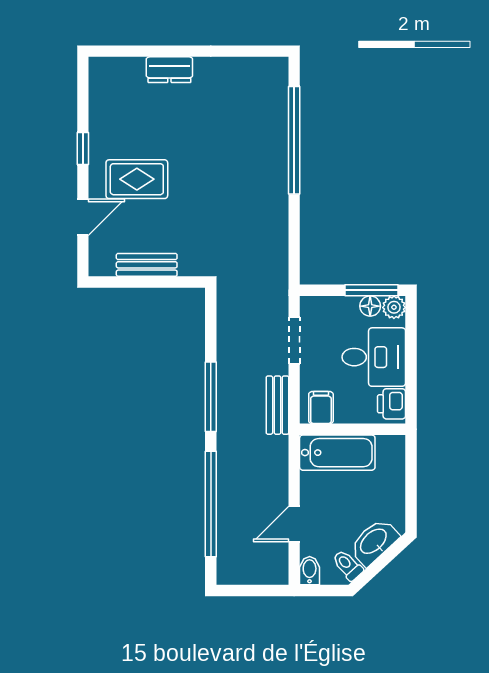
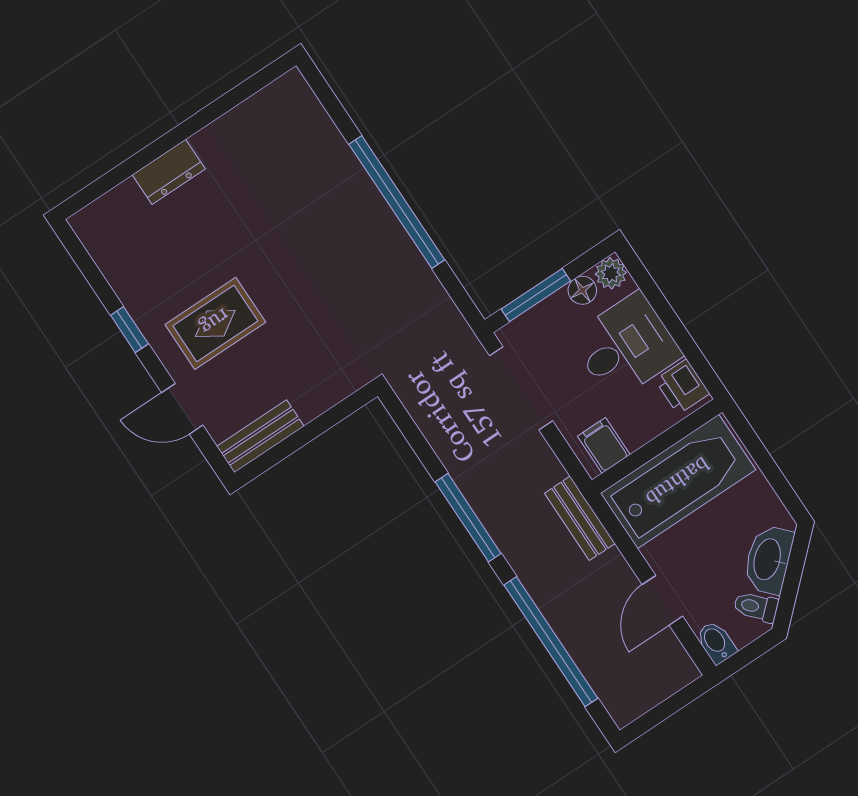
window: (294, 140) -> (397, 202), moved
door: (83, 217) -> (182, 409), swing flipped
bench: (147, 265) -> (260, 436), moved
window: (371, 290) -> (536, 295), moved
doorway: (294, 340) -> (521, 388), width x1.38
bench: (277, 405) -> (580, 518), moved
bathtub: (337, 453) -> (678, 482), width x1.36, depth x1.36

